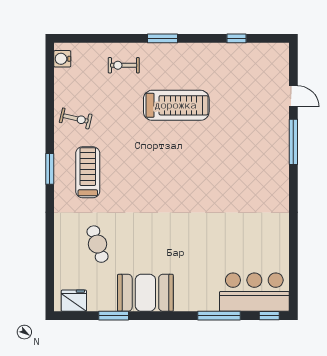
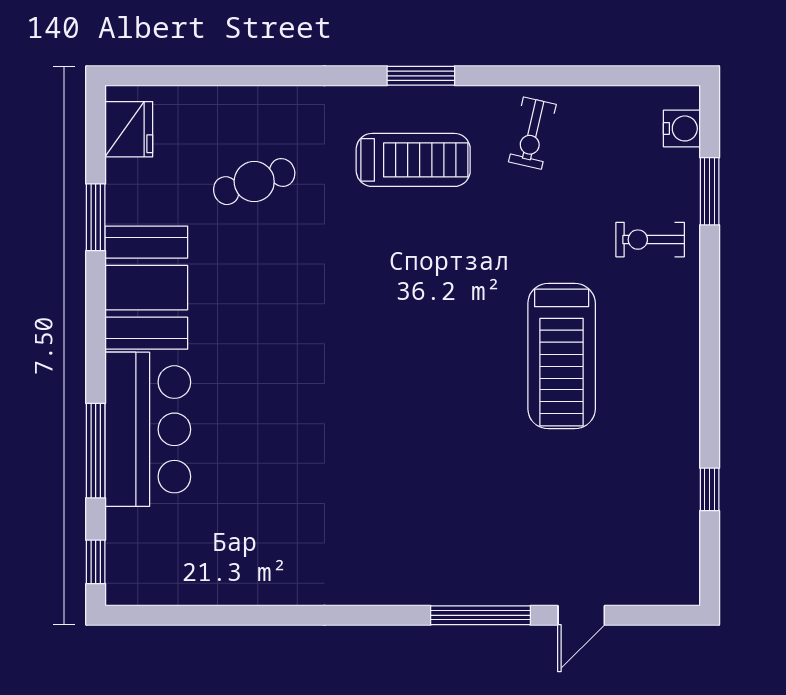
window: (163, 38) -> (710, 191), moved
water cooler: (62, 59) -> (682, 128), moved, turned 90
exercise bike: (124, 65) -> (650, 240), turned -90
bar counter: (254, 292) -> (148, 429), moved

